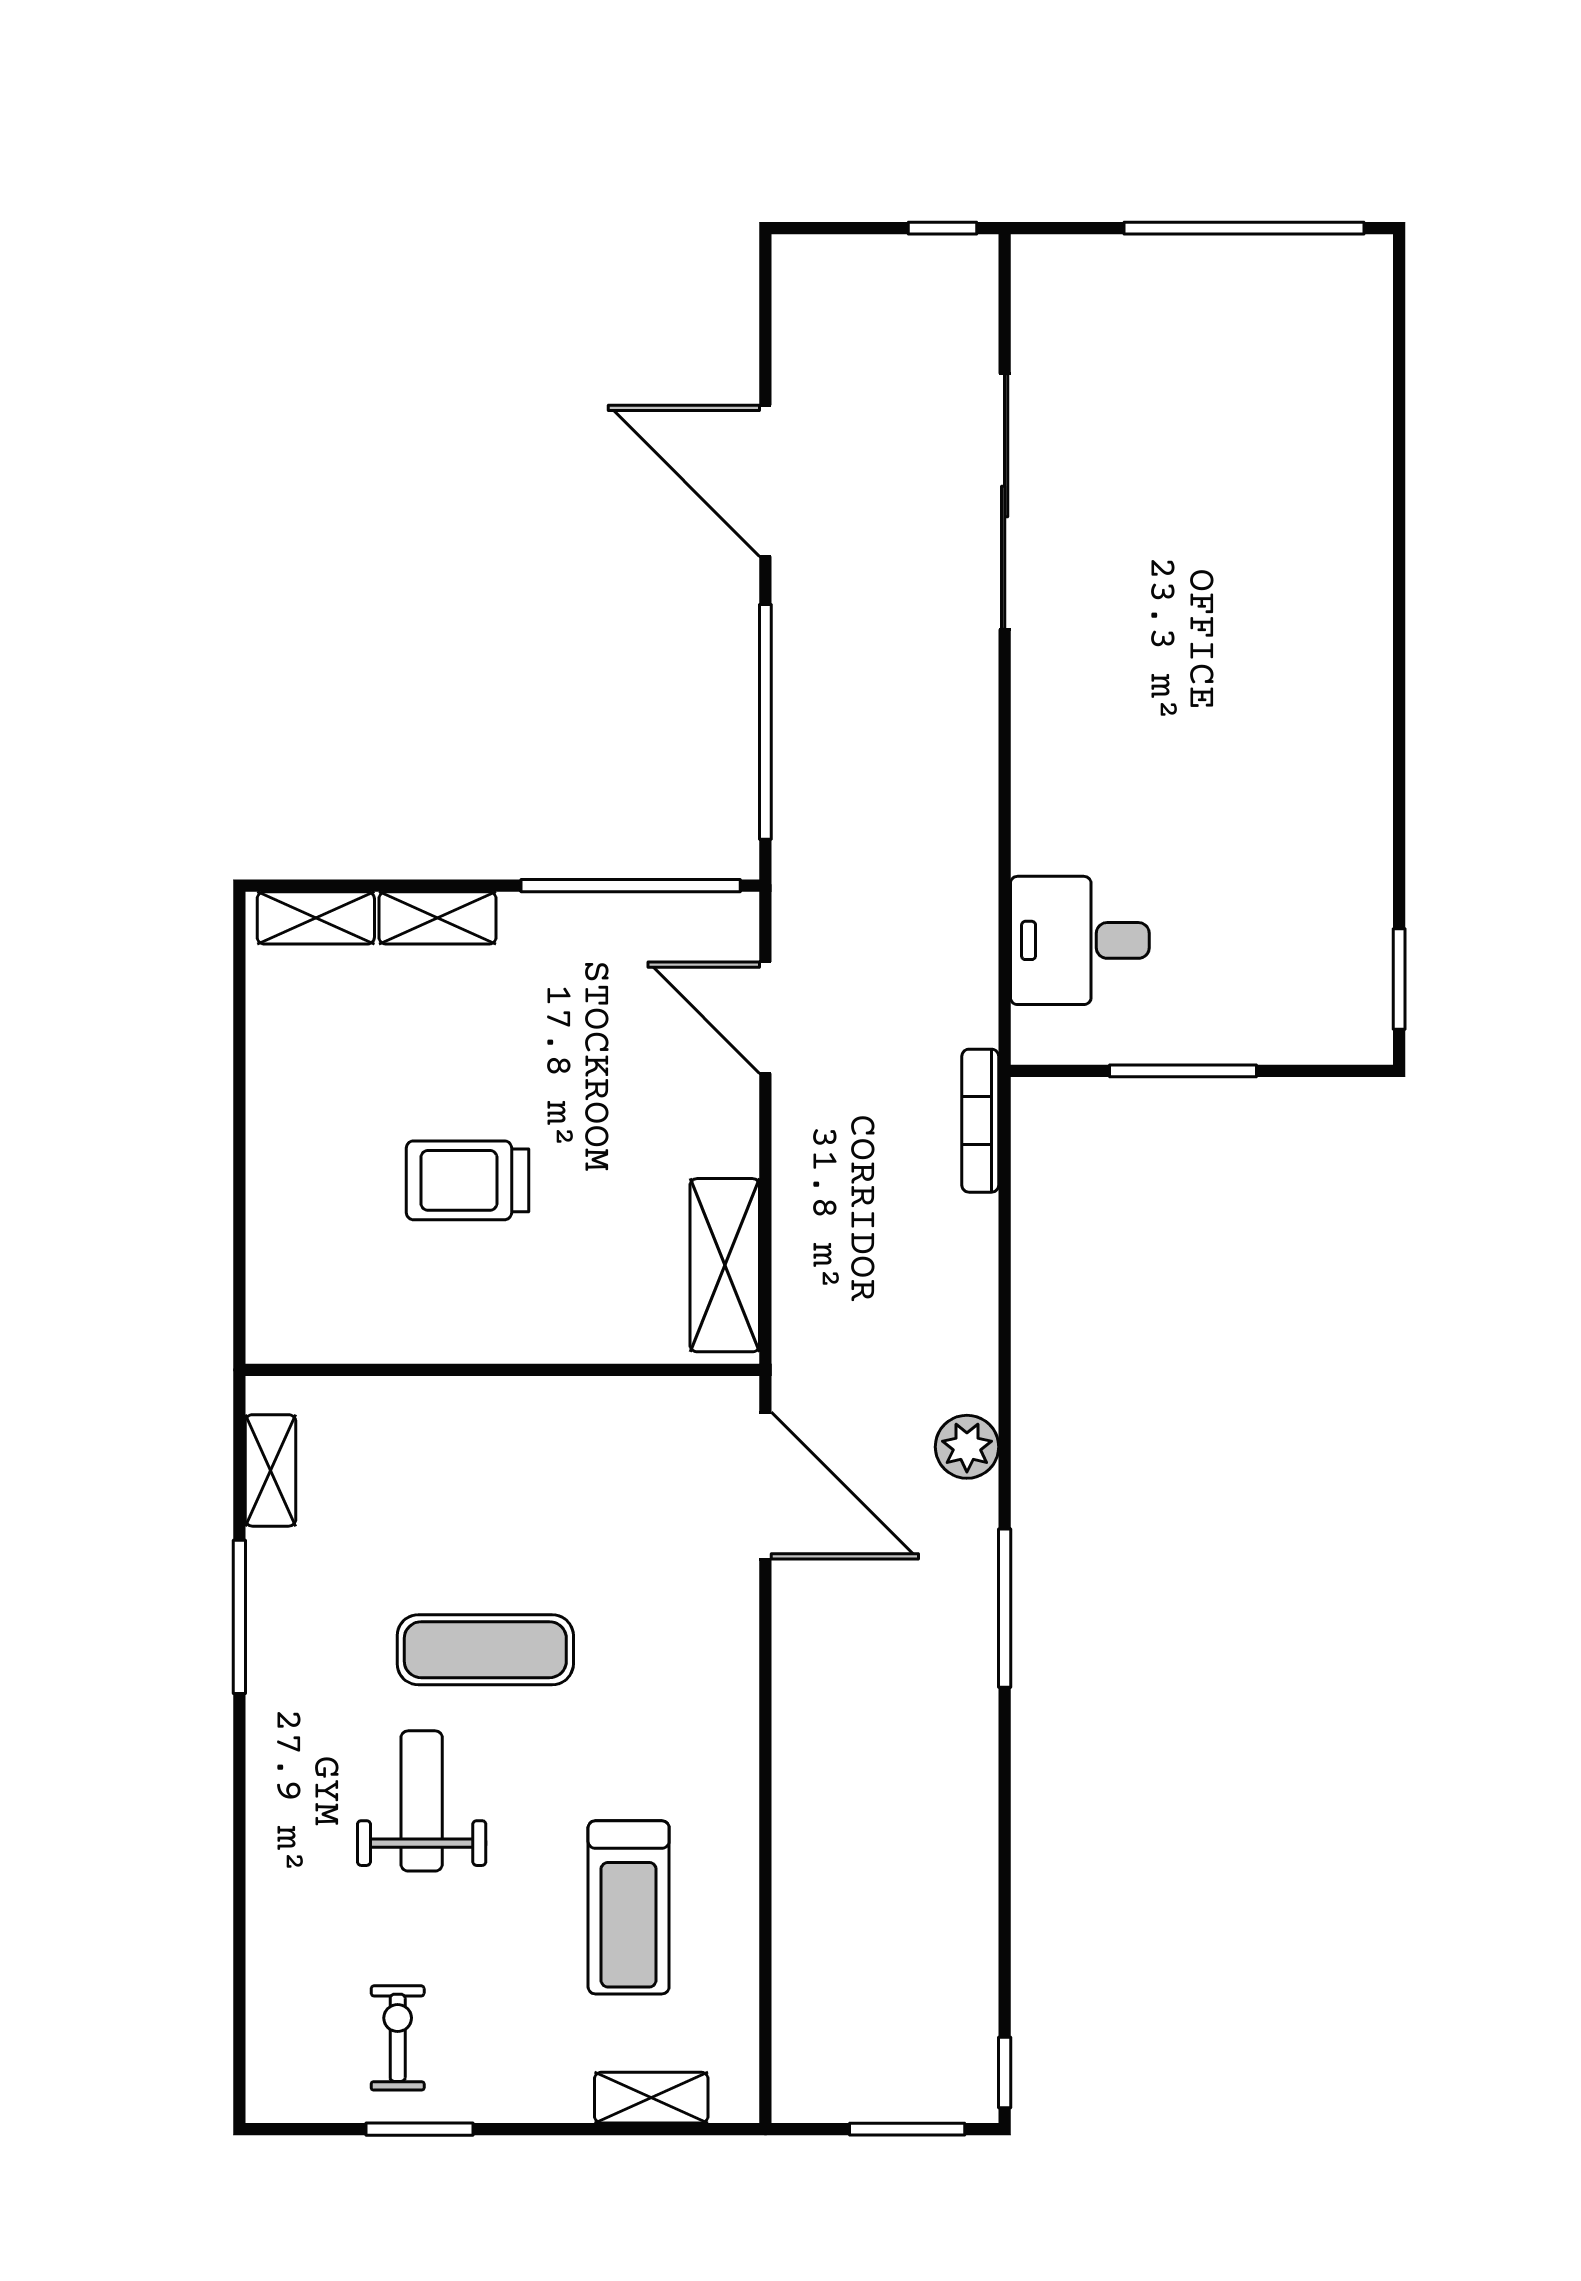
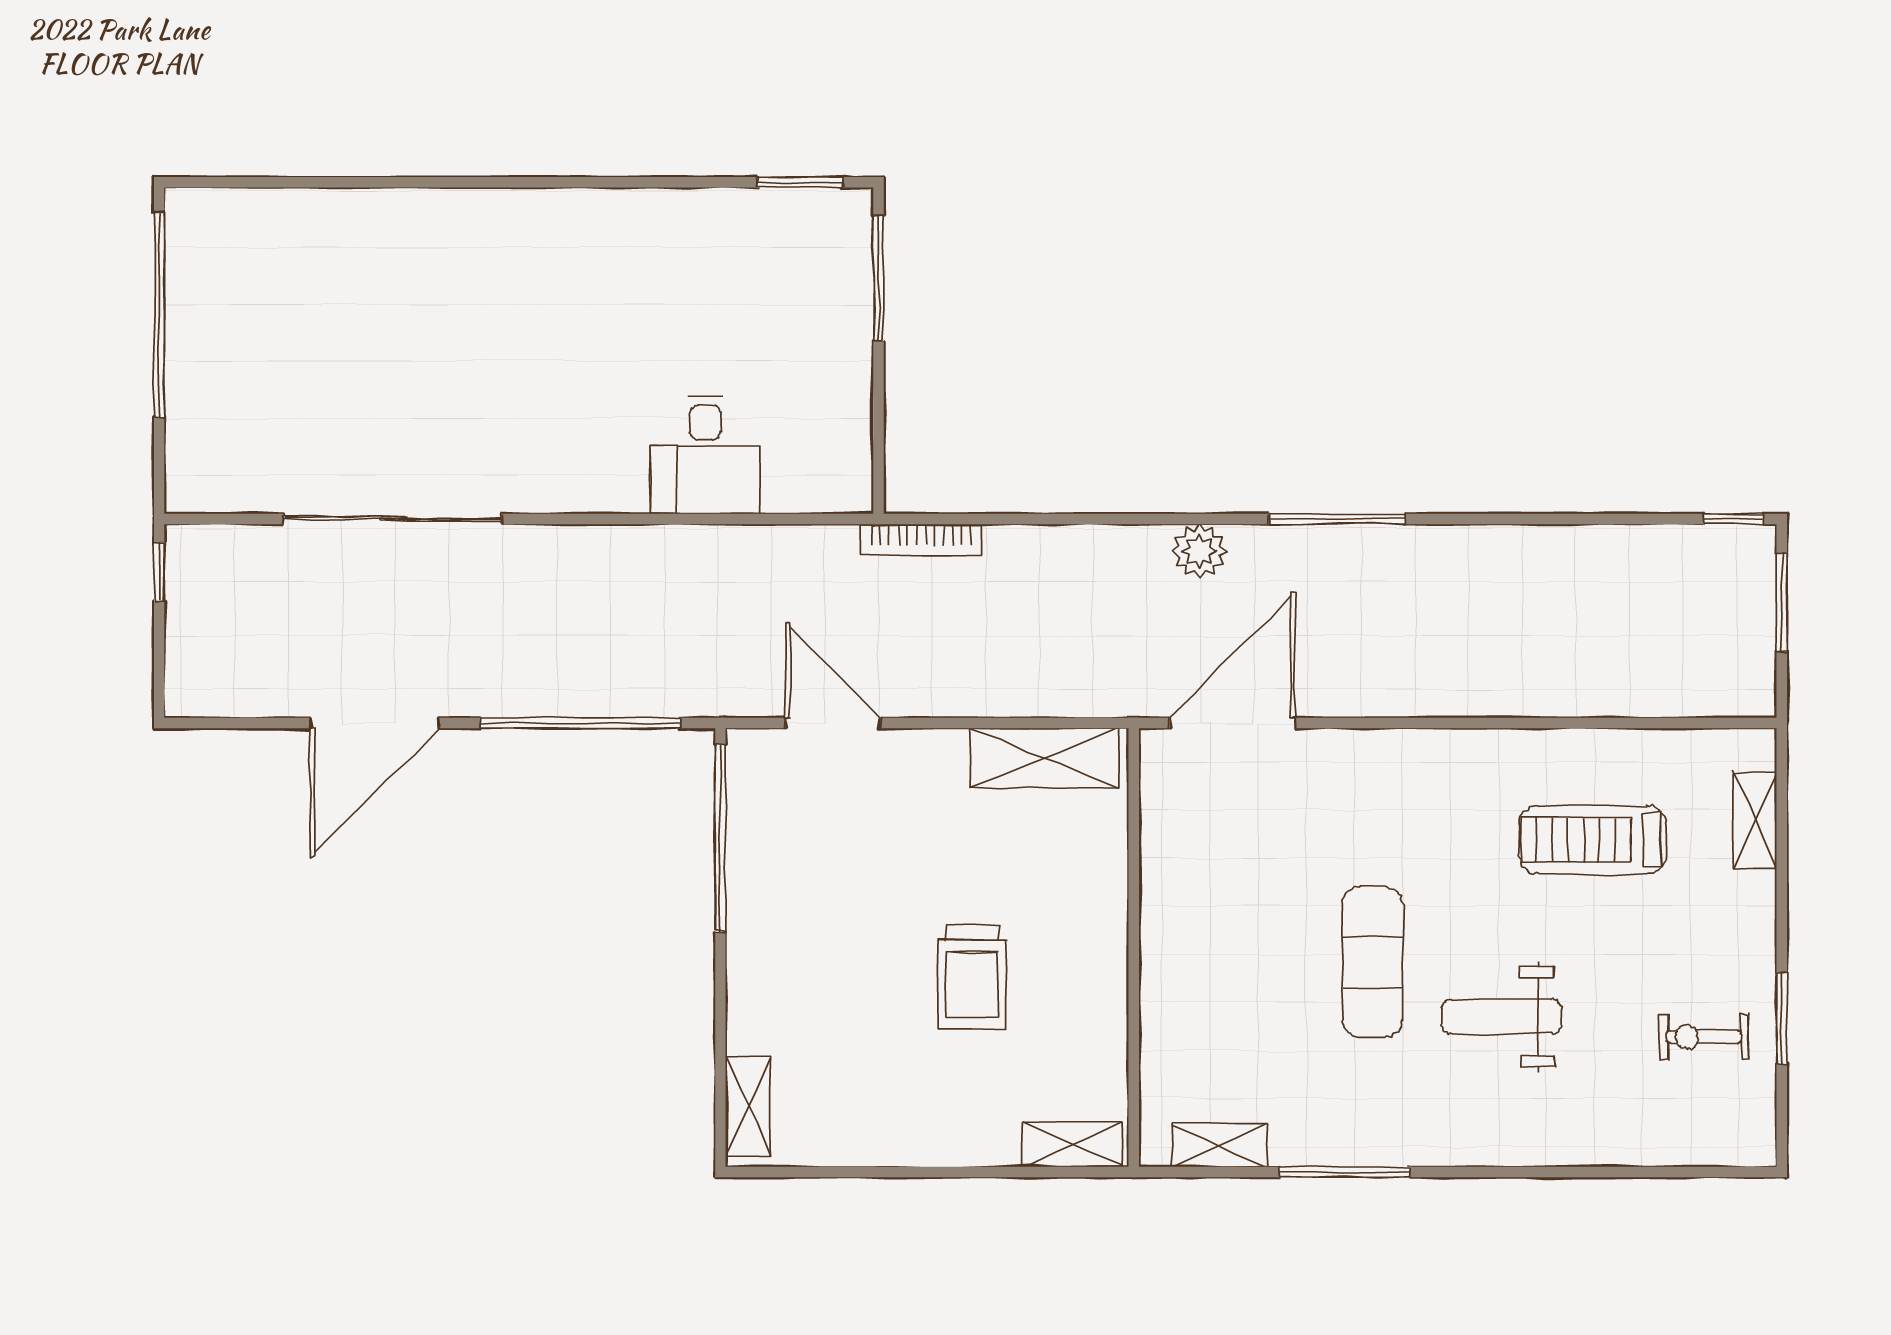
shelving: (438, 918) -> (1072, 1144), moved, turned 90
desk: (1080, 940) -> (705, 455), moved
door: (765, 1018) -> (833, 723), swing flipped
window: (1183, 1071) -> (879, 278), moved
treadmill: (629, 1907) -> (1592, 840), turned 180

